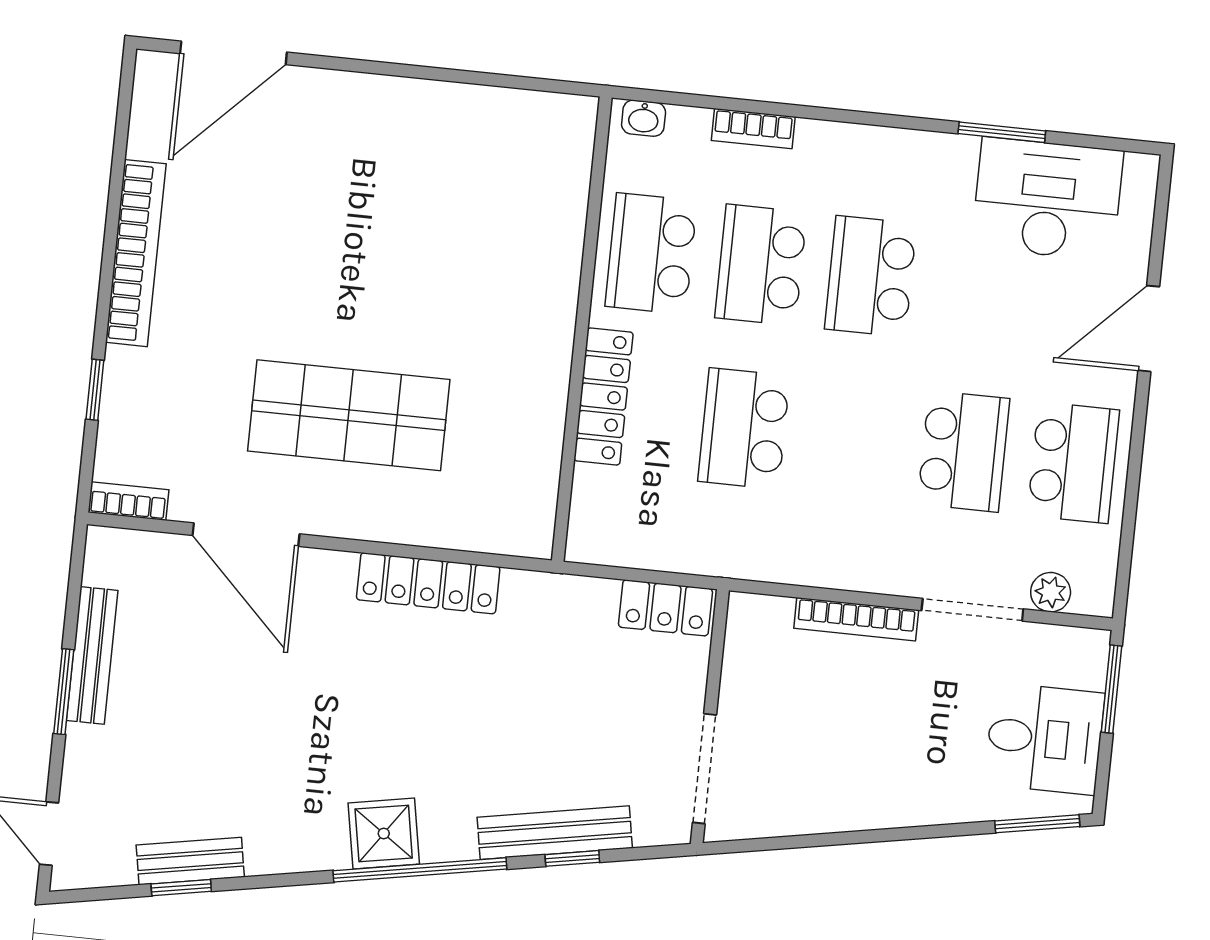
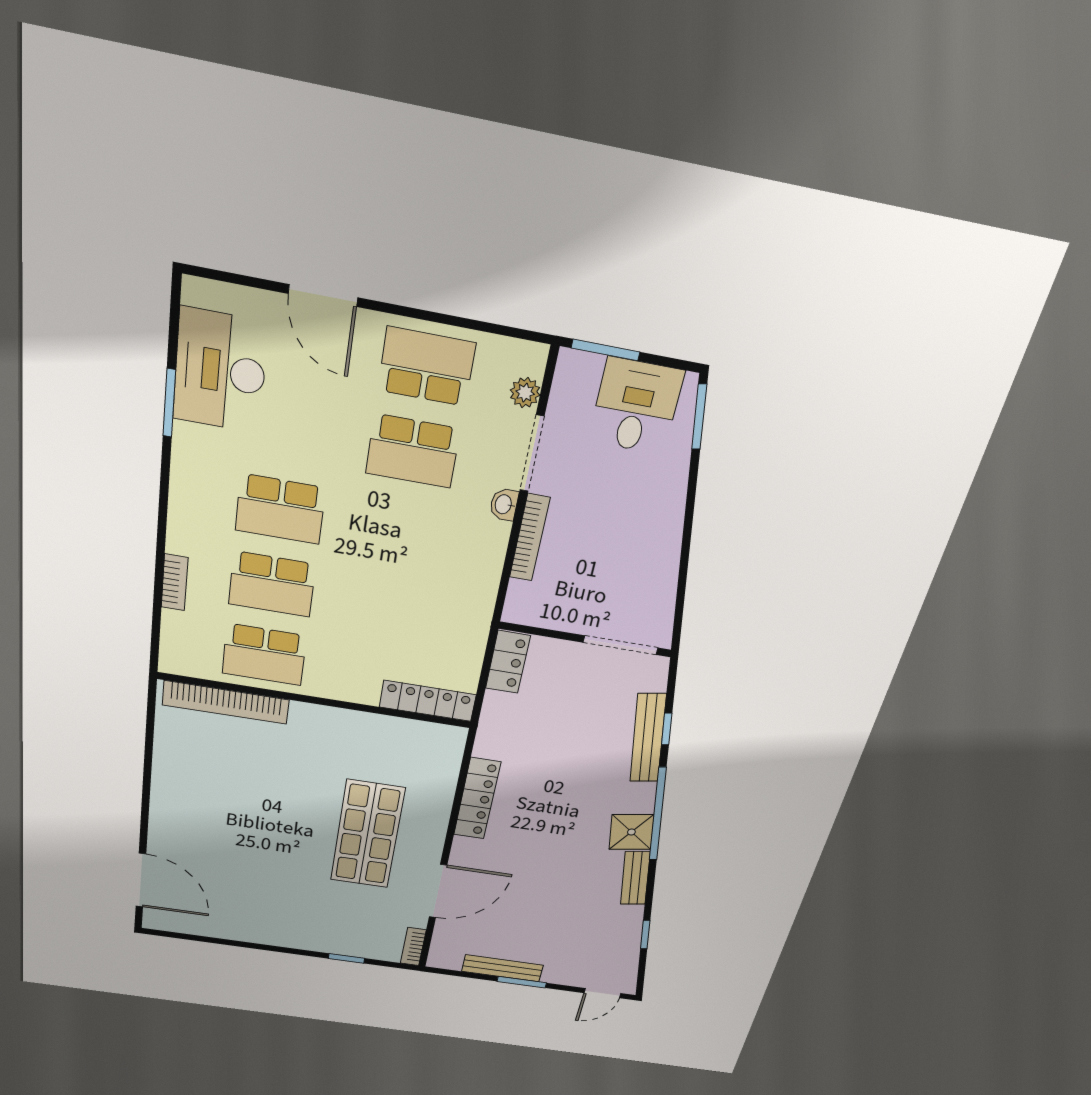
washbasin: (644, 118) -> (504, 504), moved, turned 180
bookcase: (136, 253) -> (226, 702), moved, turned 180
locker: (604, 397) -> (428, 701), moved
school desk: (744, 429) -> (388, 603), removed
school desk: (963, 451) -> (413, 451), turned 180
bench: (190, 861) -> (635, 878), moved

